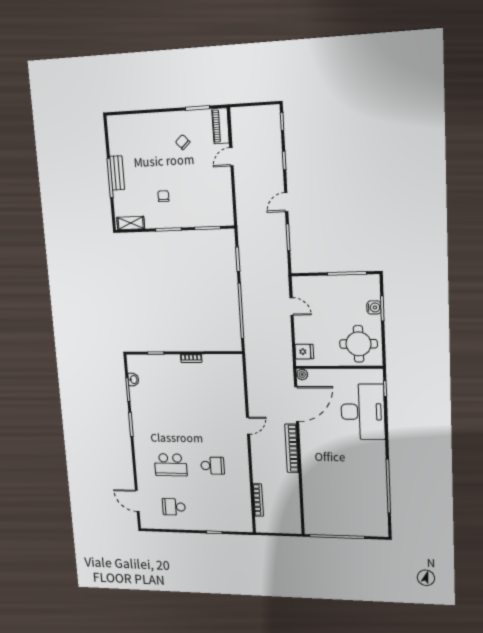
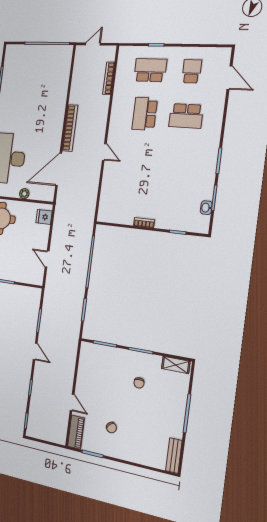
door: (231, 157) -> (72, 402), hinge flipped
bench: (117, 173) -> (174, 456), moved
door: (286, 202) -> (35, 352), hinge flipped
plant: (302, 374) -> (24, 194), moved
door: (248, 426) -> (104, 152), swing flipped
school desk: (171, 465) -> (186, 116), turned 180
school desk: (213, 466) -> (145, 114), width x1.85
school desk: (174, 507) -> (192, 71), turned -90
school desk: (215, 508) -> (150, 70), added
door: (282, 535) -> (93, 44), added

